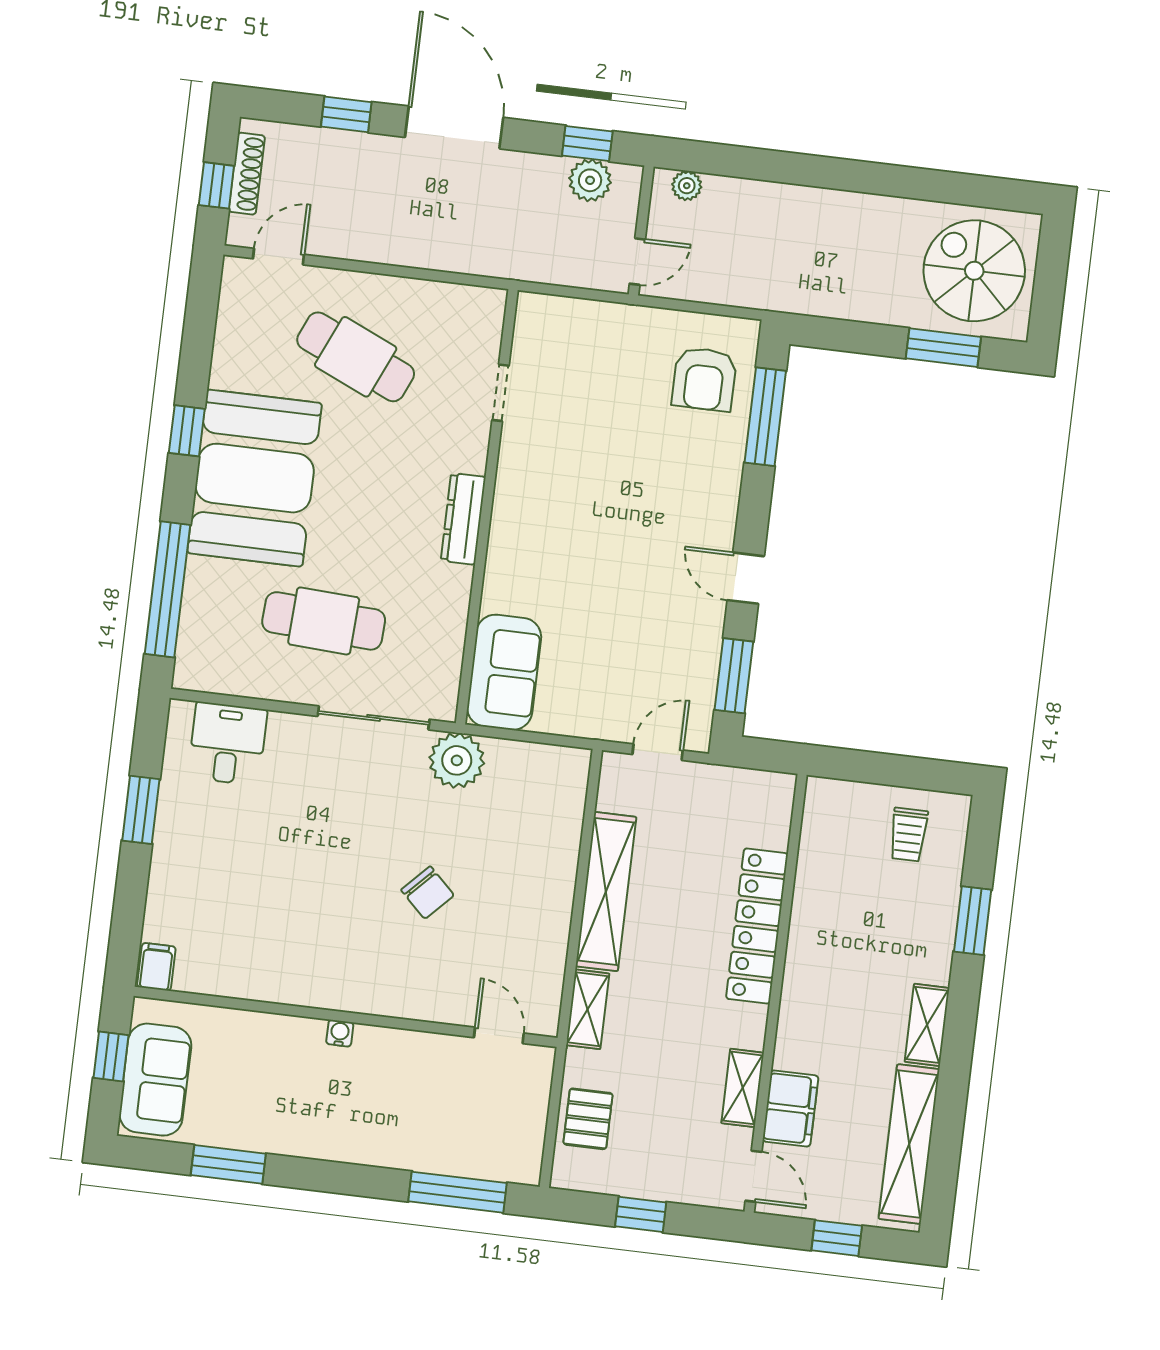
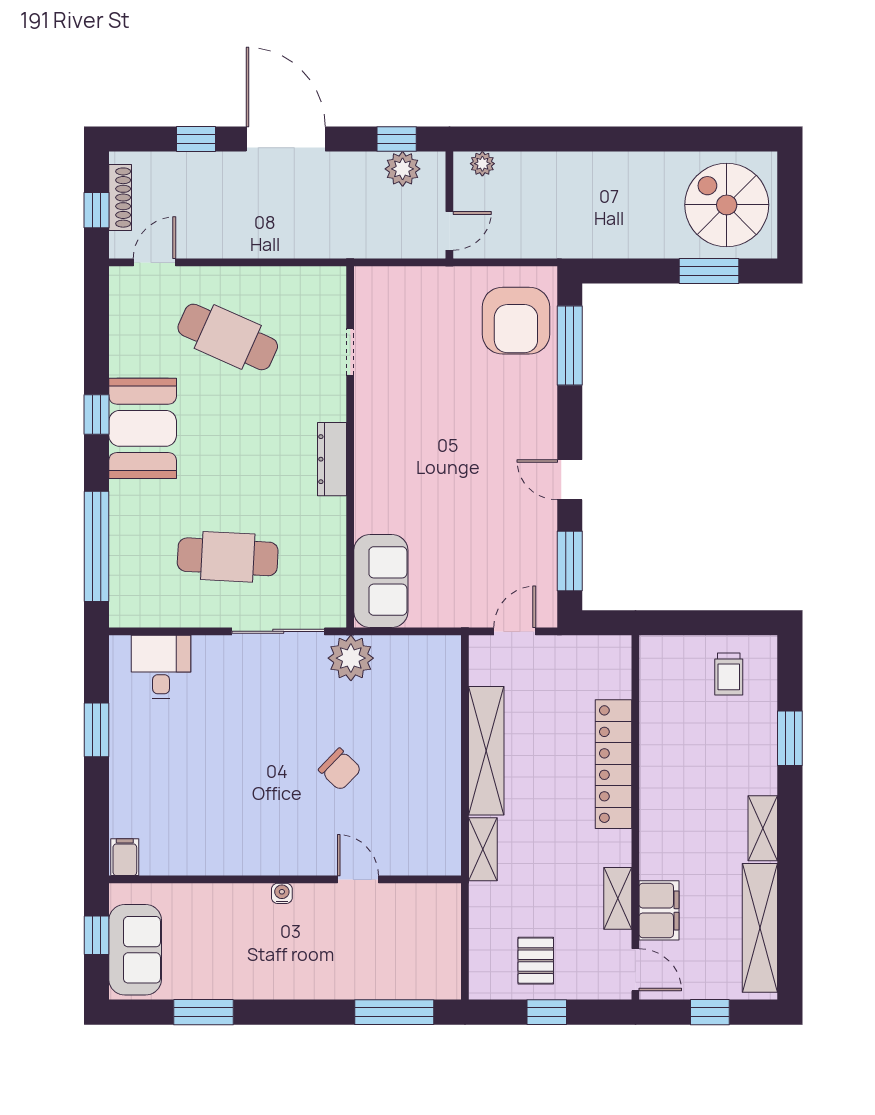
armchair: (704, 379) -> (516, 321), width x1.36, depth x1.36
booth: (255, 478) -> (143, 428), width x0.73, depth x0.70
door: (499, 1035) -> (358, 879), moved
pallet: (588, 1119) -> (536, 961), moved

